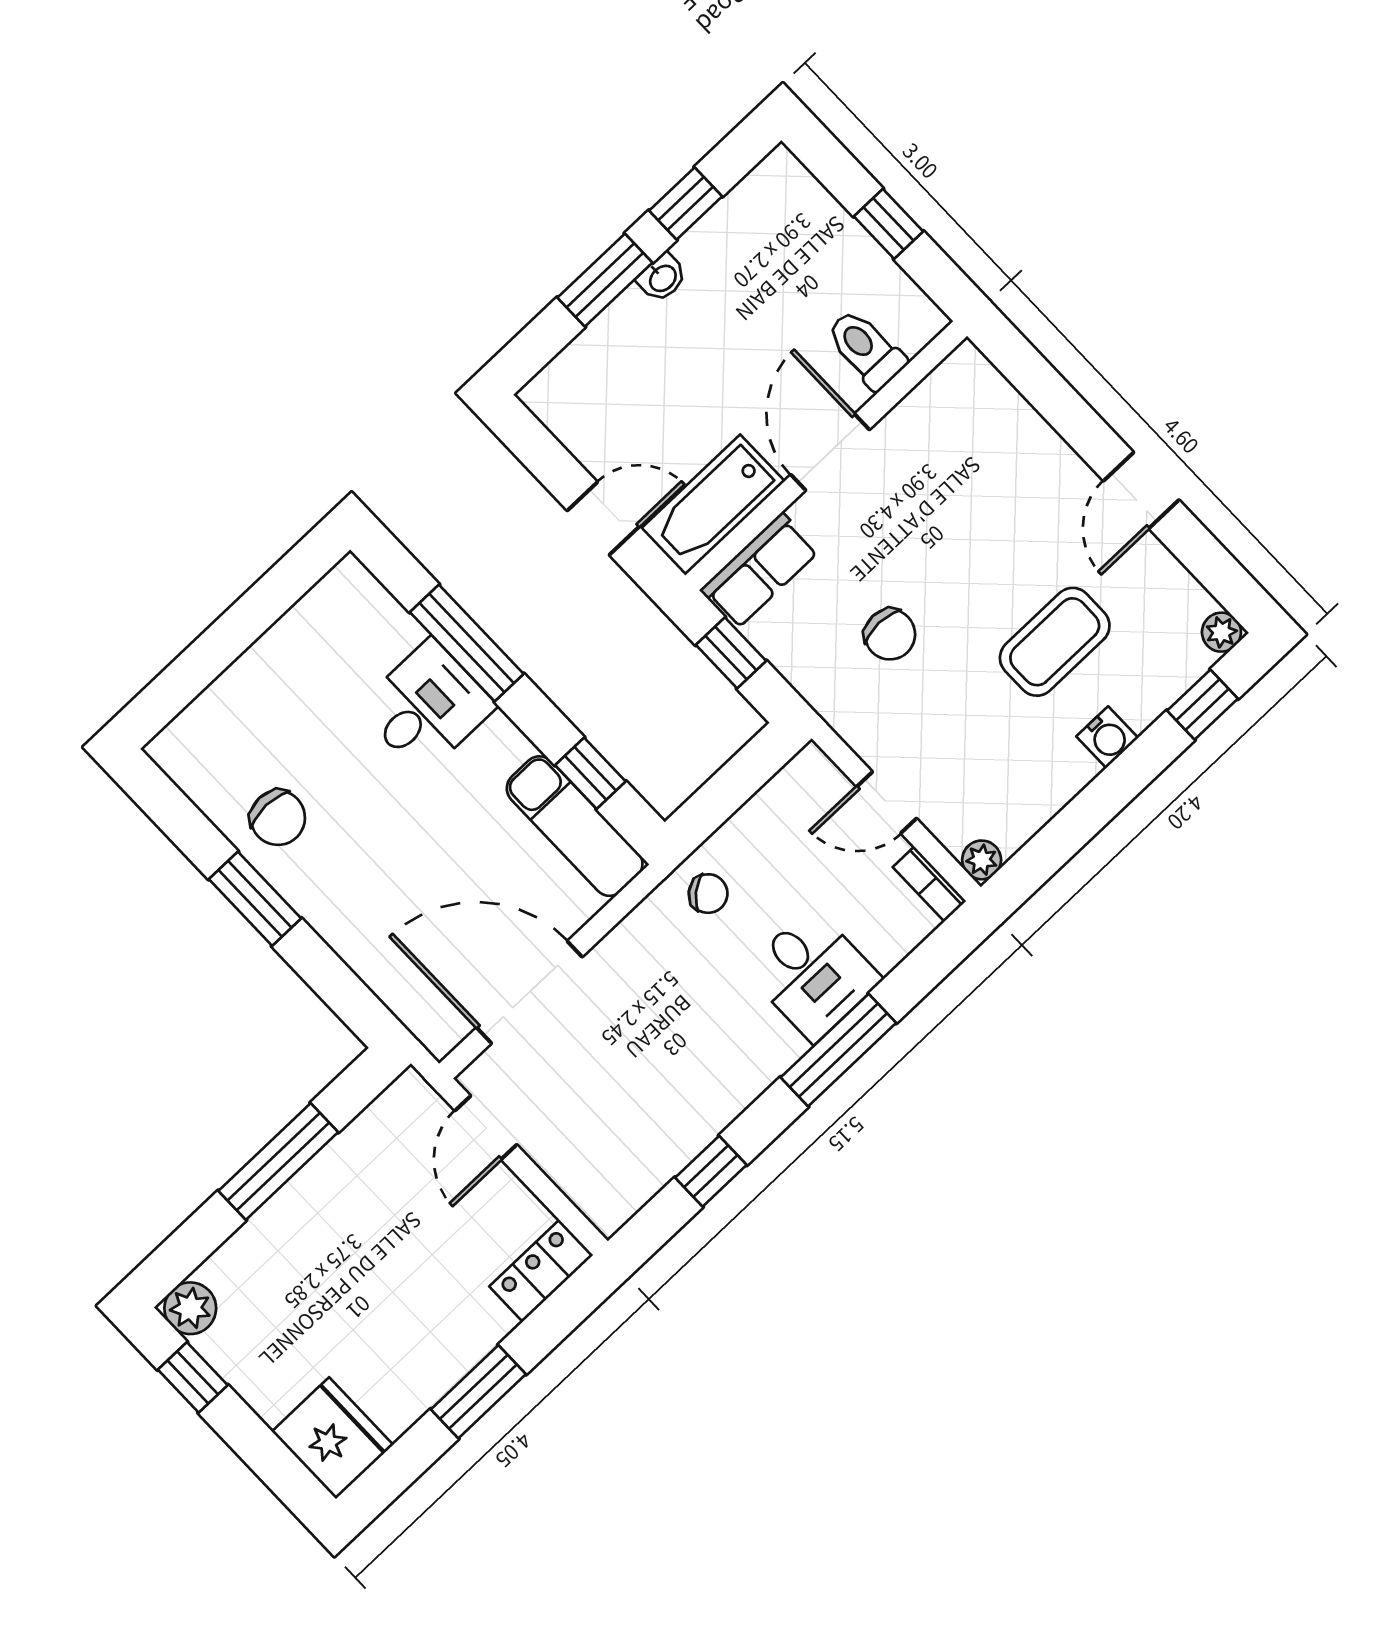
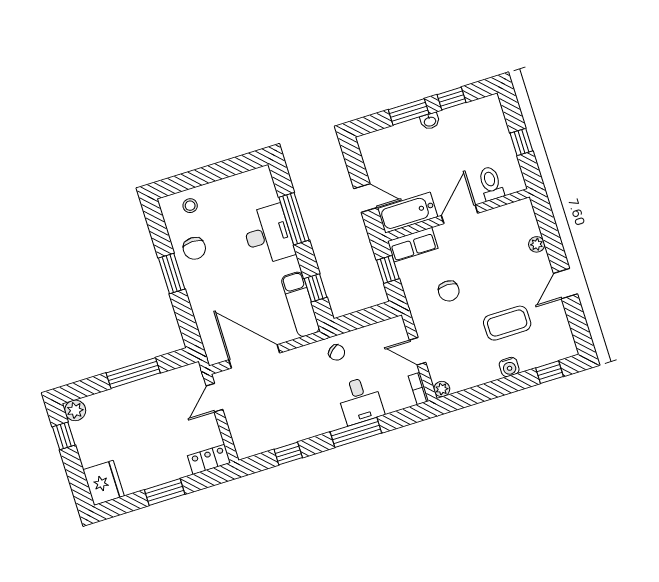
plant: (1221, 632) -> (537, 244), moved
desk: (427, 707) -> (268, 235), width x1.37
stool: (222, 728) -> (190, 206), added

